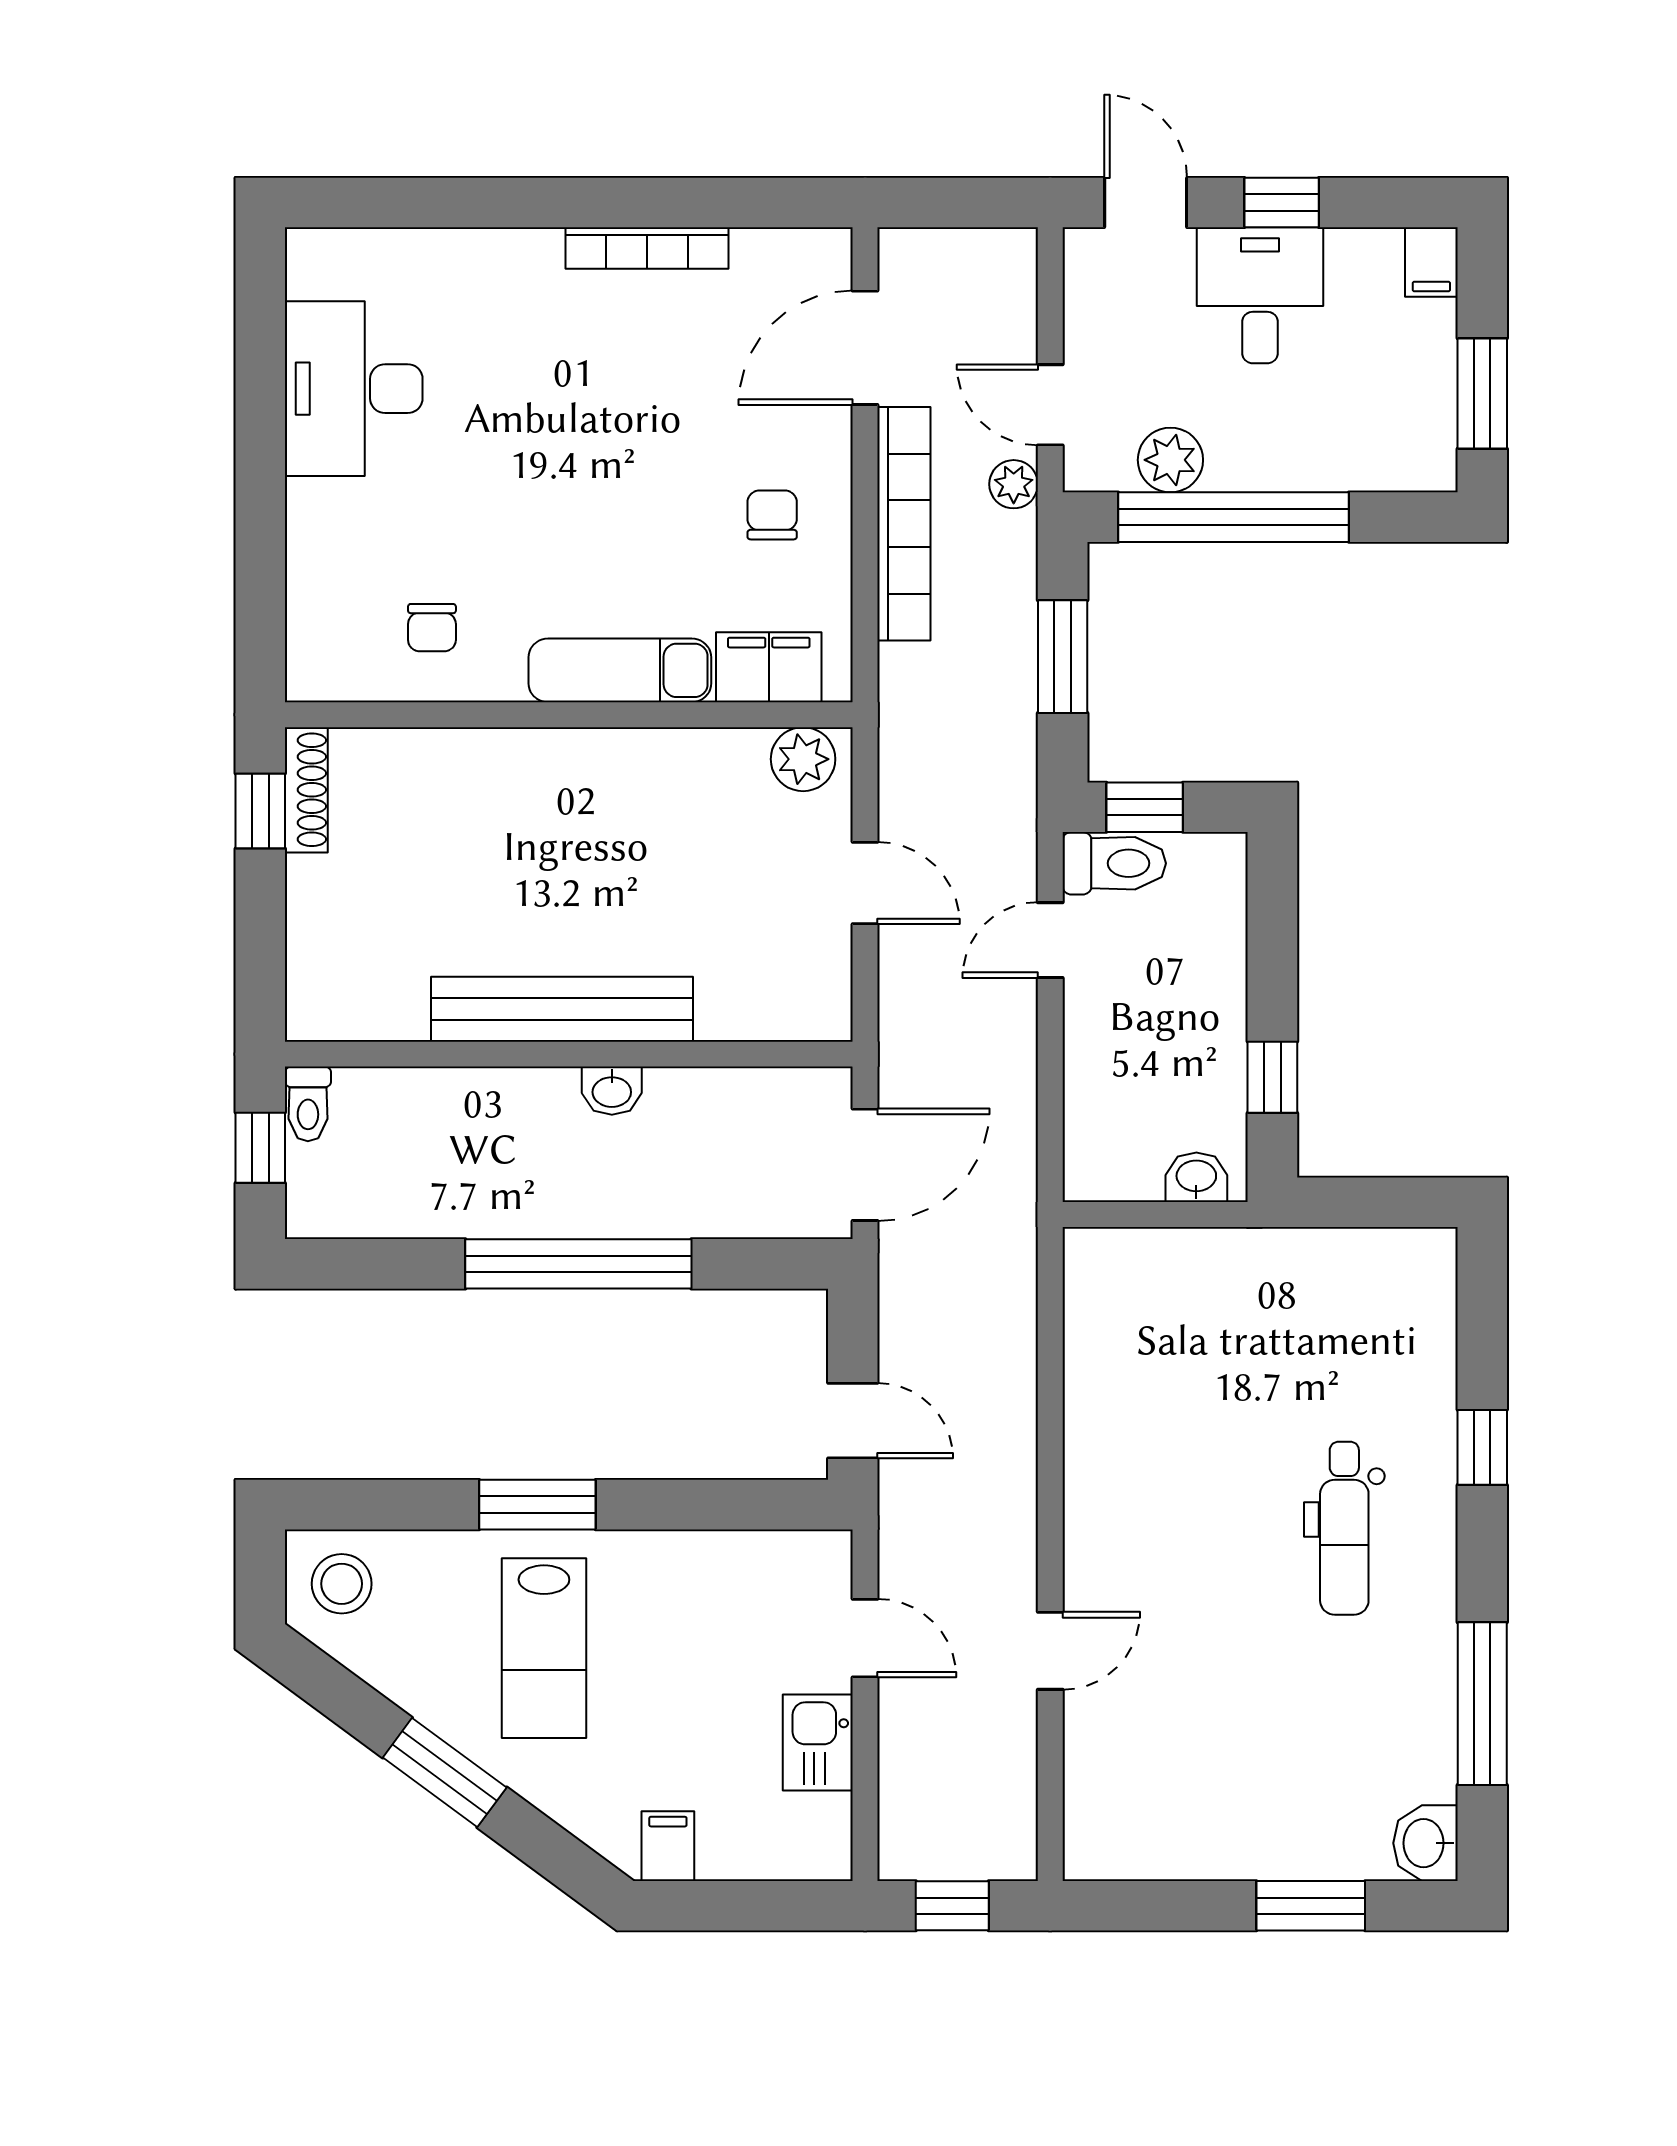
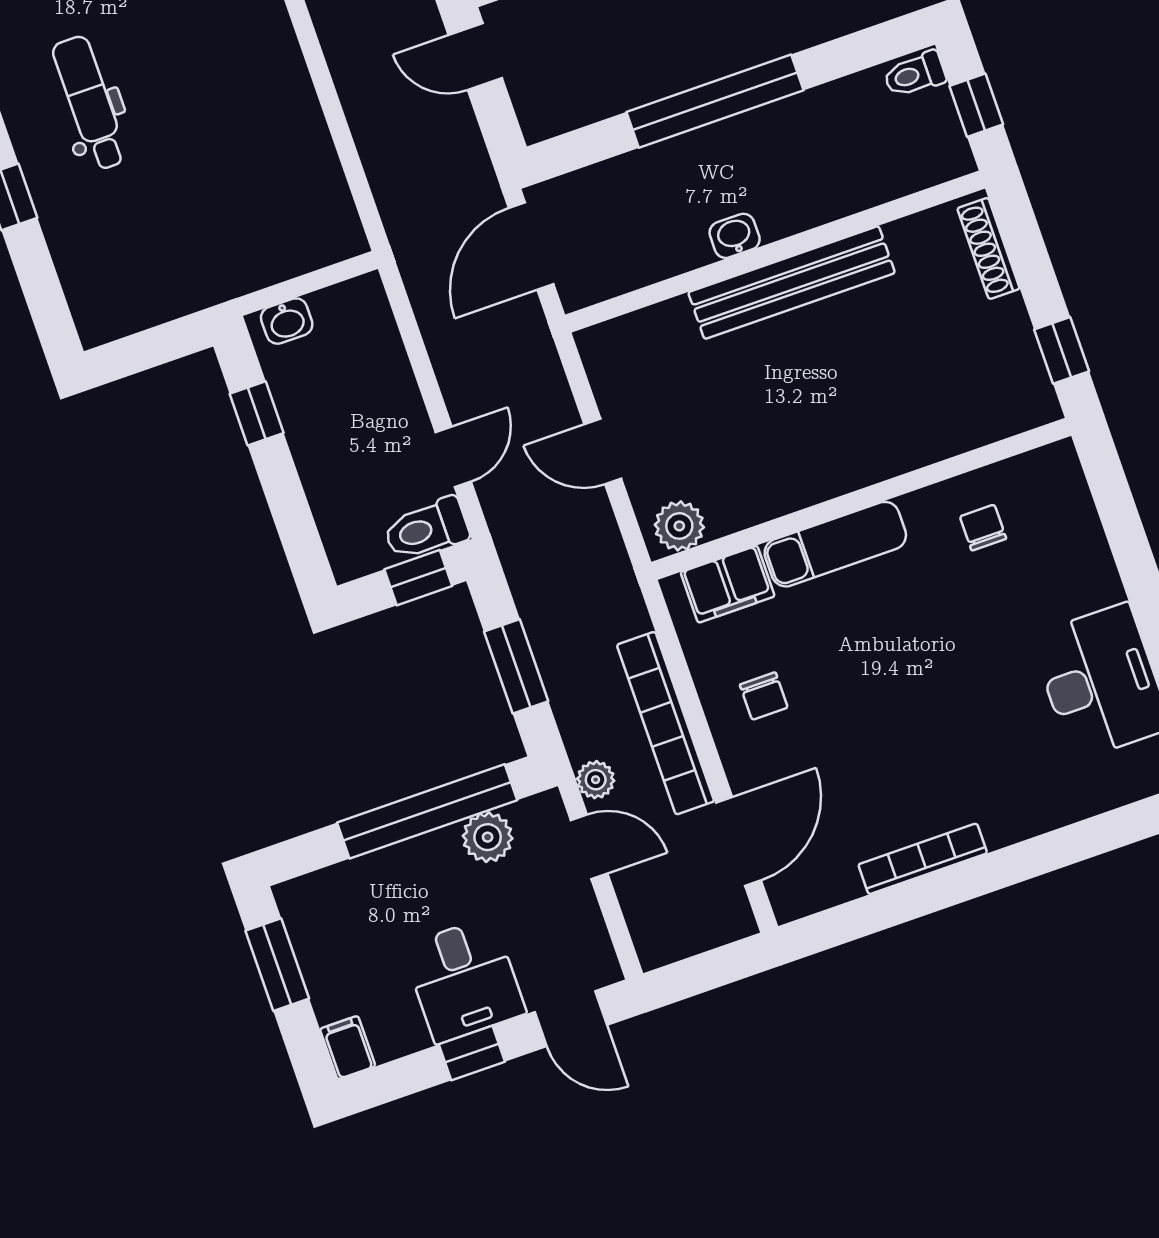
shoe rack: (306, 790) -> (989, 248), moved
toilet: (308, 1104) -> (915, 74), moved, turned -90

